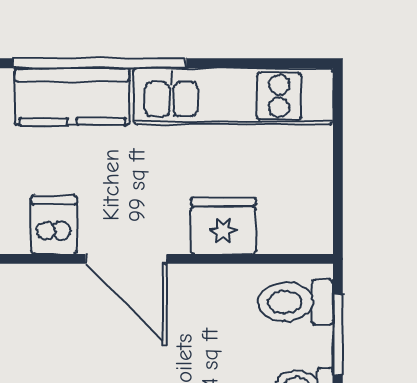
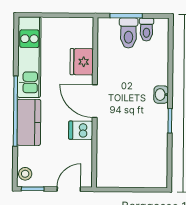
door: (126, 259) -> (95, 101), swing flipped
toilet: (295, 302) -> (129, 33), moved

